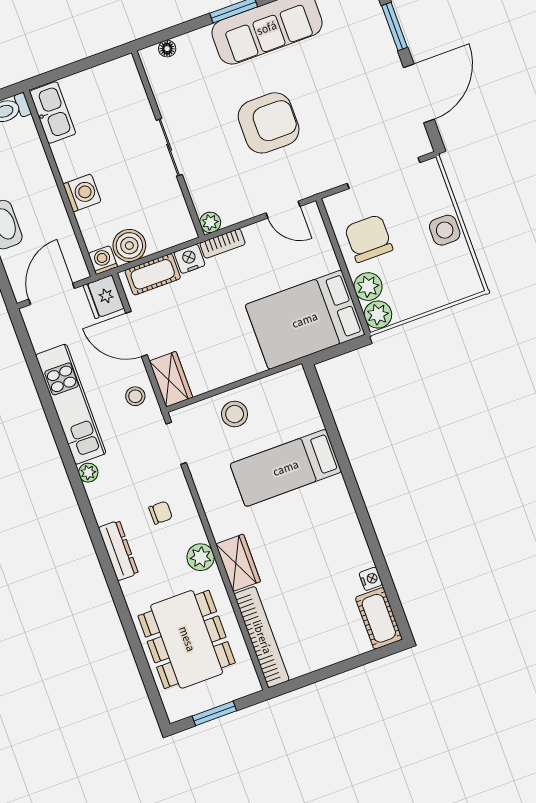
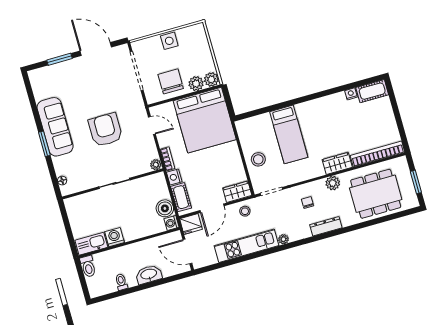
washing machine: (82, 193) -> (114, 237), moved
door: (283, 210) -> (152, 126), hinge flipped
chair: (369, 238) -> (171, 81), turned 90
bed: (305, 320) -> (205, 120), width x1.36

